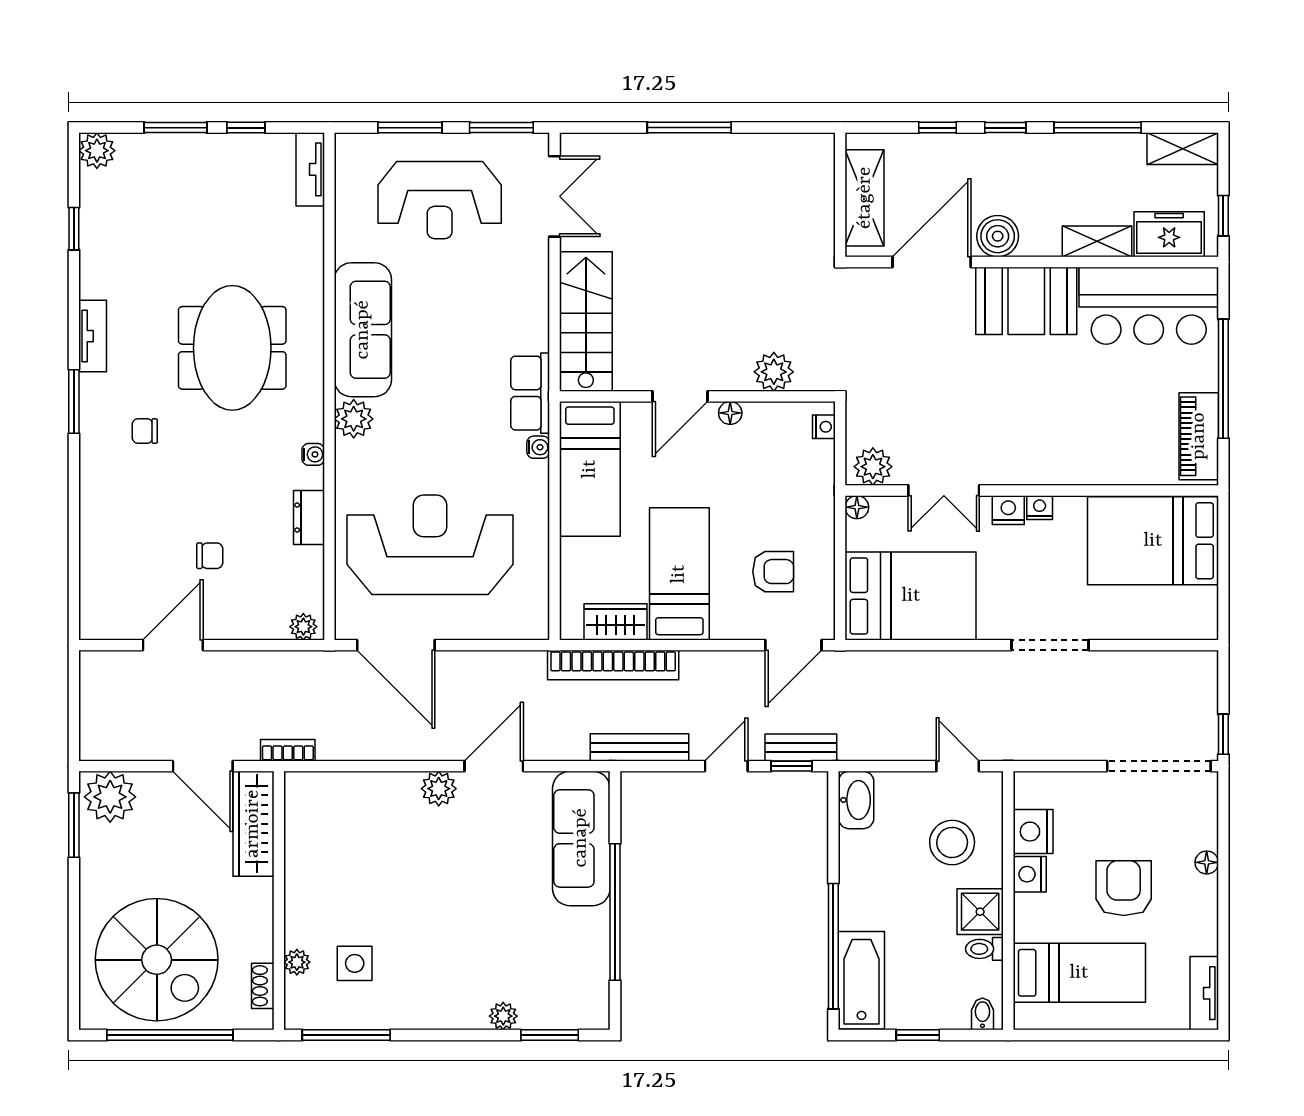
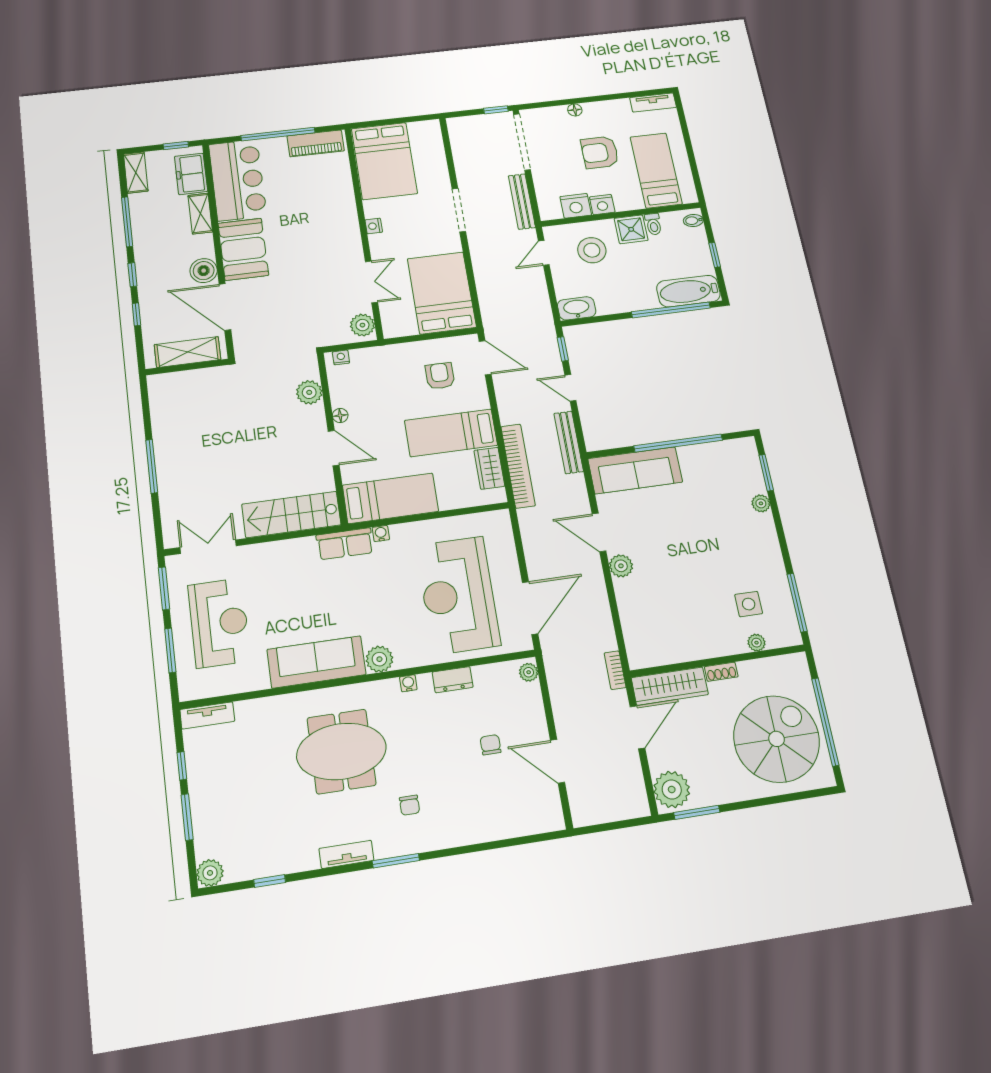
floor lamp: (857, 507) -> (390, 331), removed
nightstand: (1008, 510) -> (378, 243), removed
bench: (801, 747) -> (522, 202), moved, width x1.36
shoe rack: (263, 986) -> (721, 672), moved

